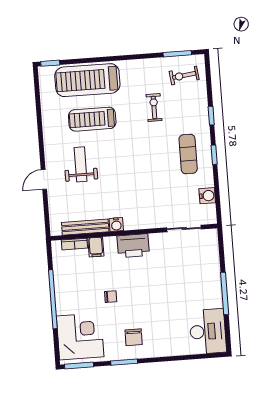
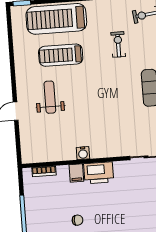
bench: (85, 227) -> (54, 155), removed
filing cabinet: (96, 247) -> (76, 173), moved

